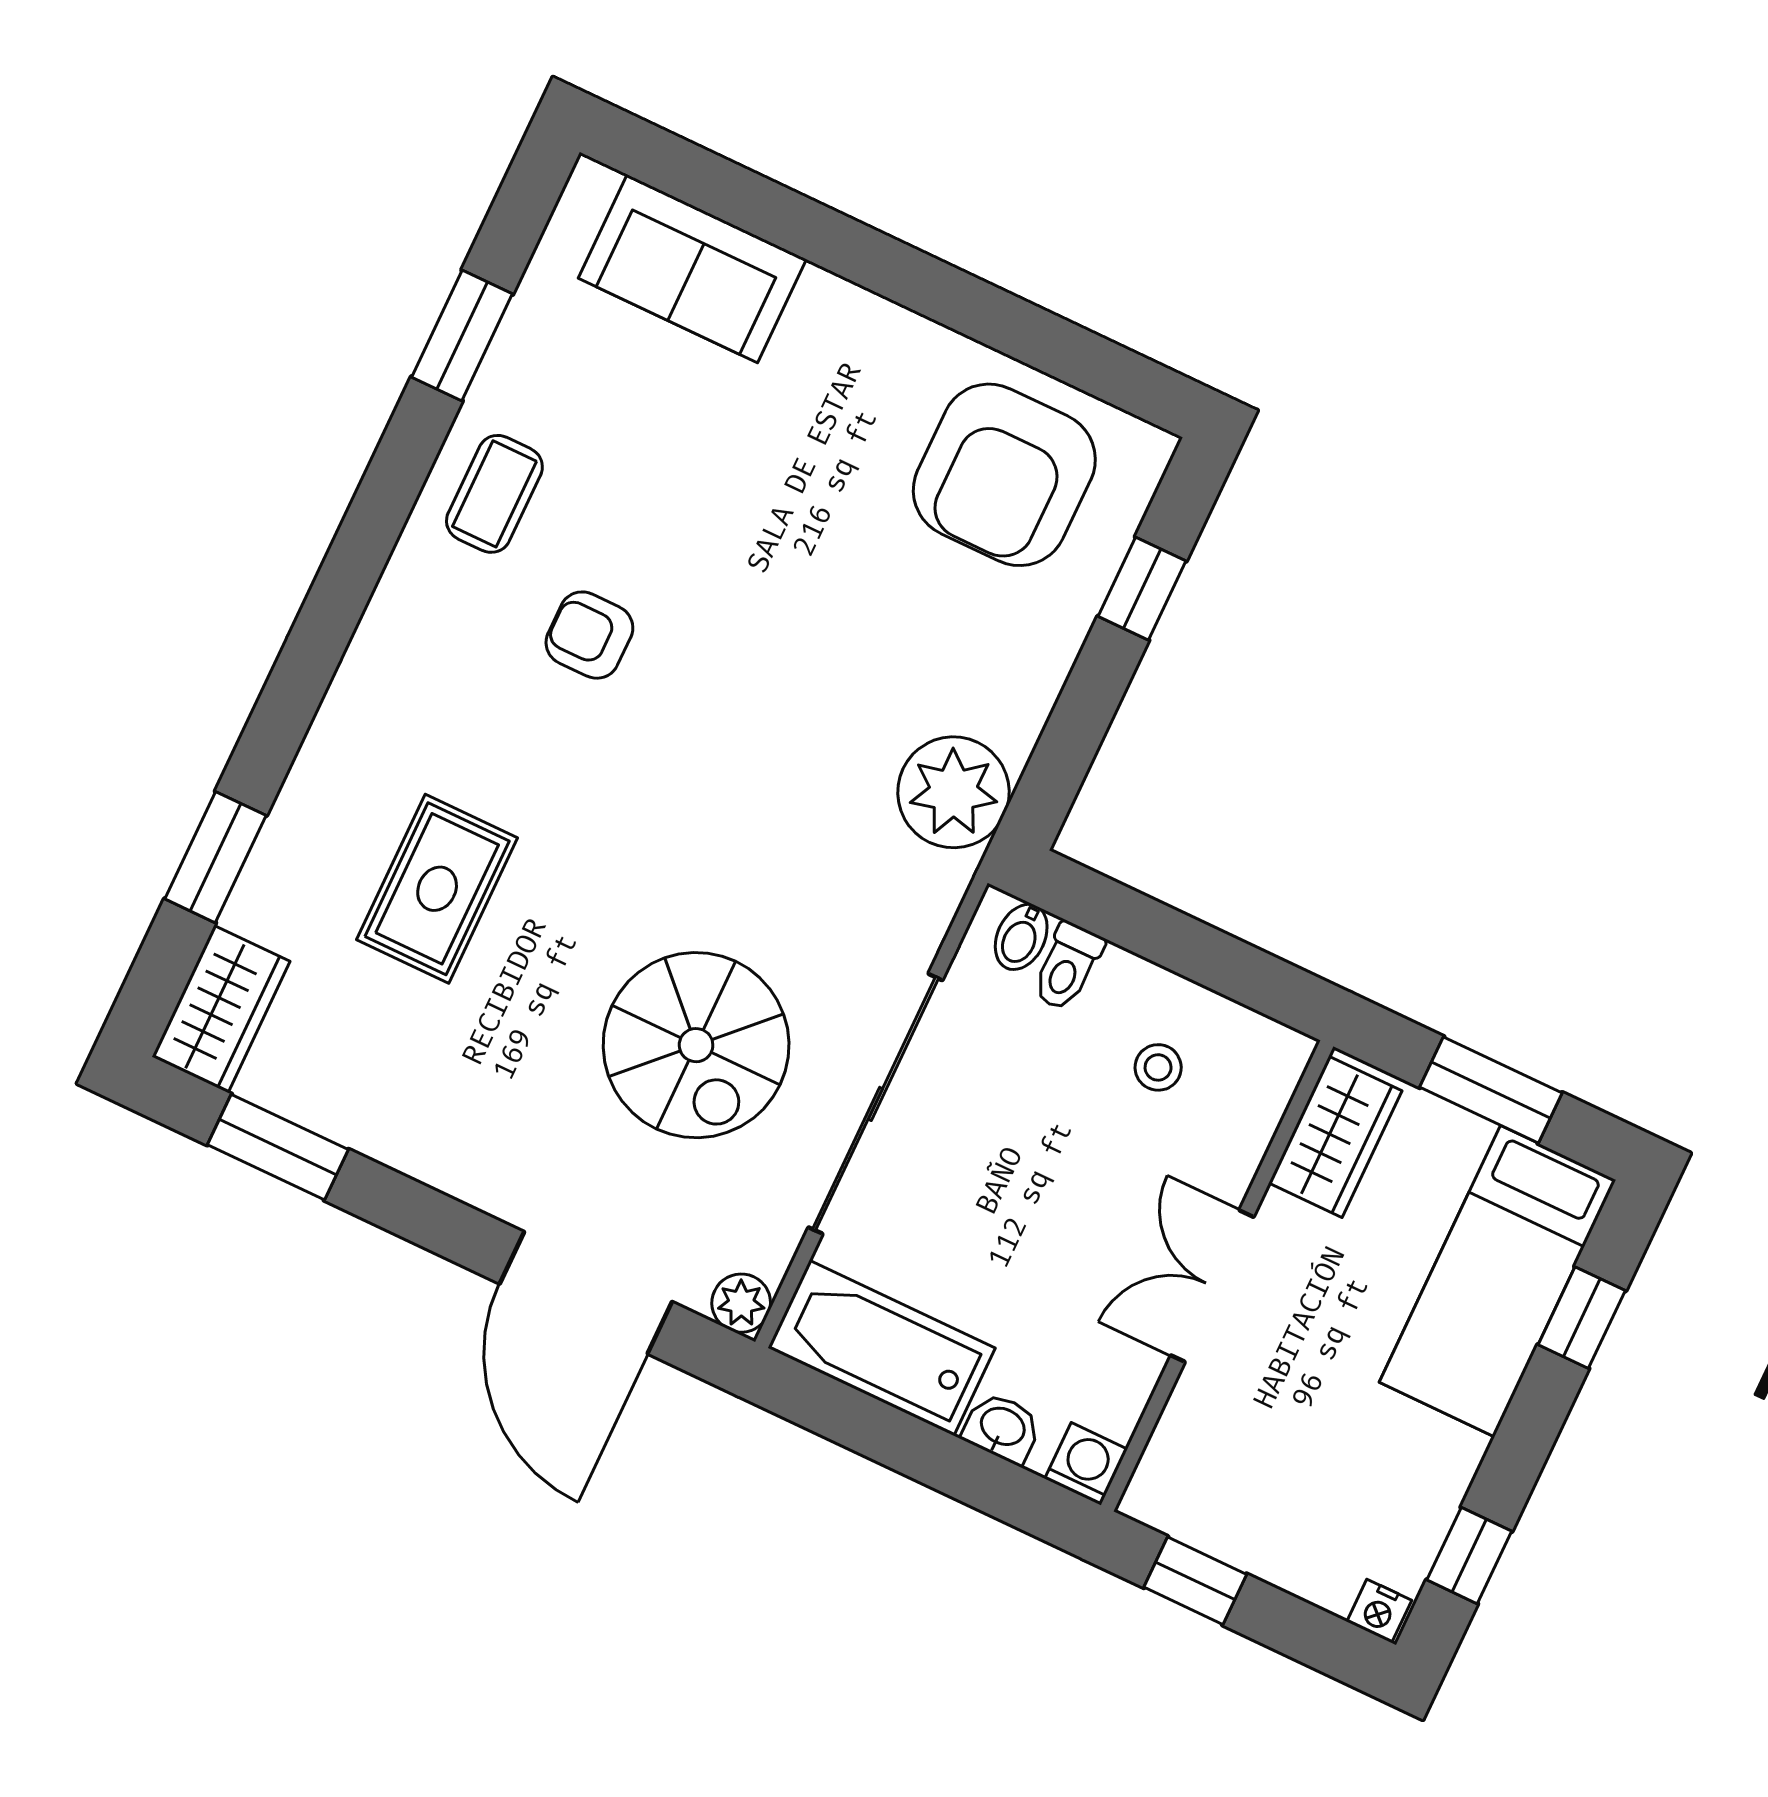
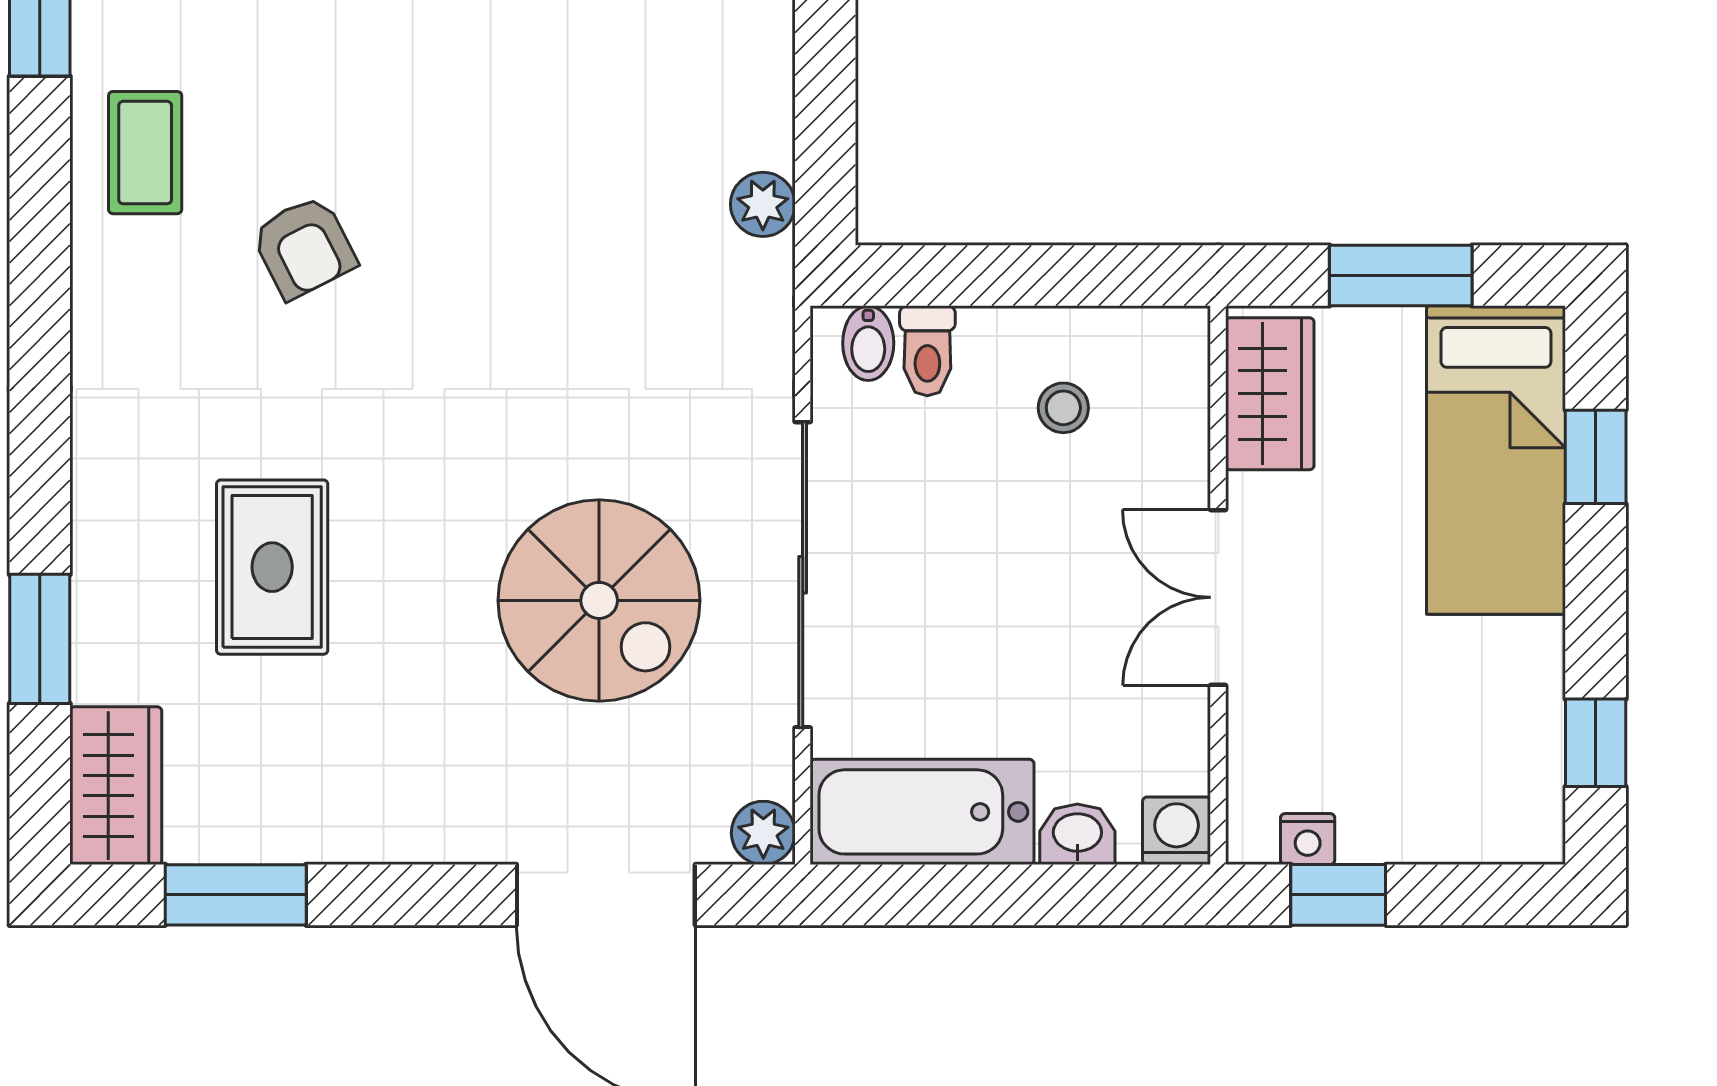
armchair: (589, 635) -> (304, 247), turned -117
plant: (953, 792) -> (763, 204), width x0.53, depth x0.53
nightstand: (1379, 1611) -> (1308, 839), moved

